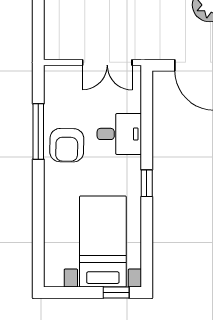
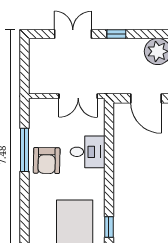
window: (147, 183) -> (109, 227), moved

